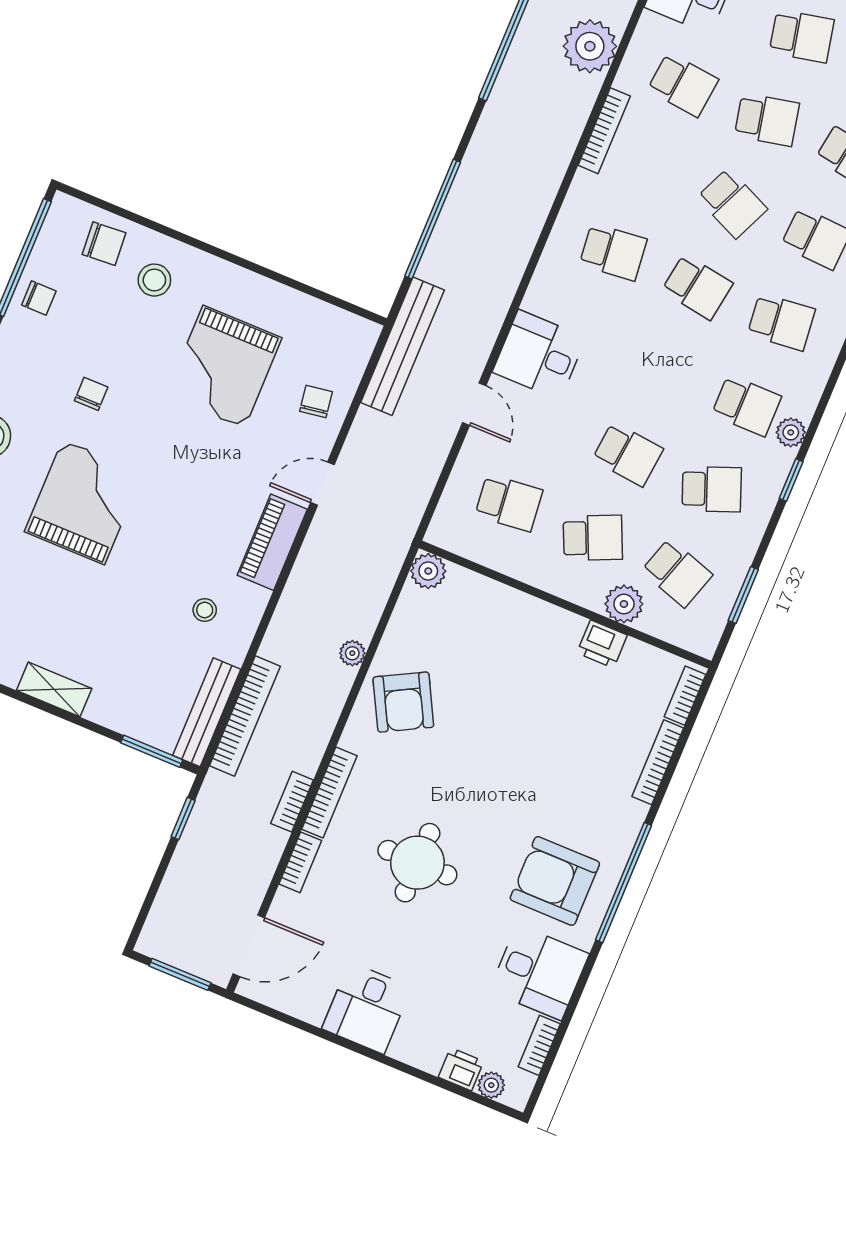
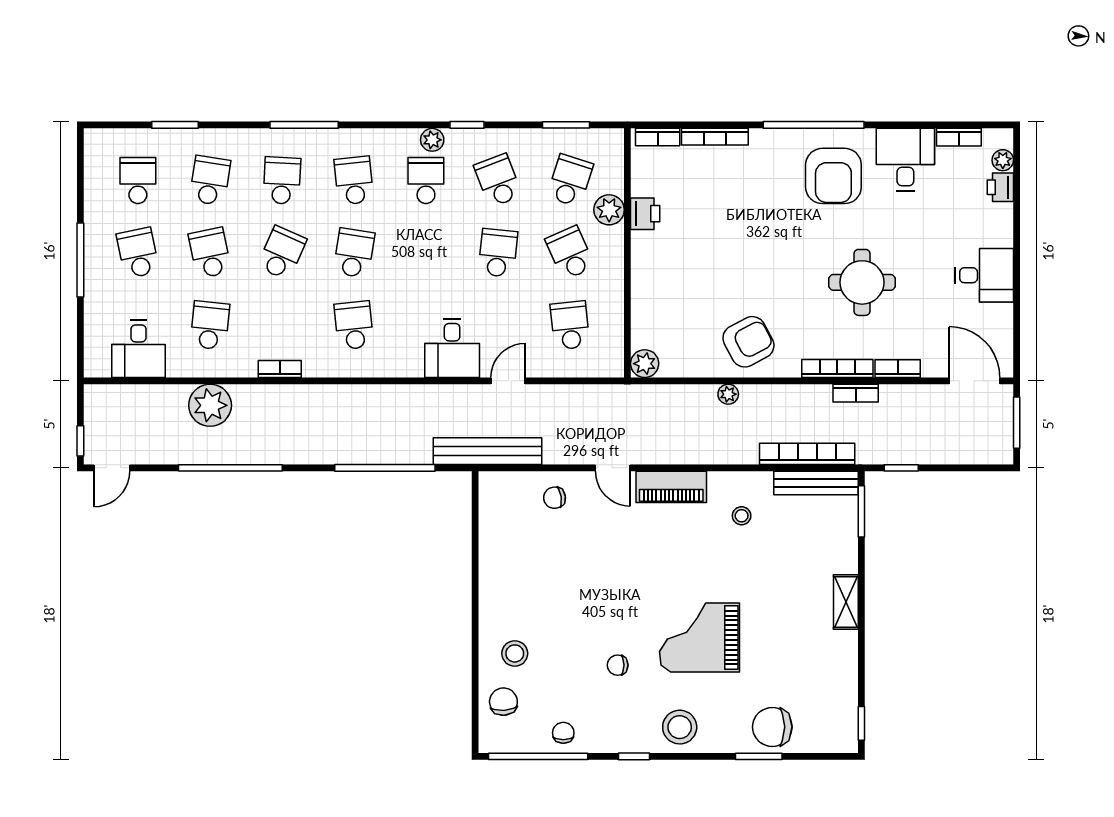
bookcase: (604, 131) -> (280, 369), width x0.64
grand piano: (224, 367) -> (557, 576), removed

